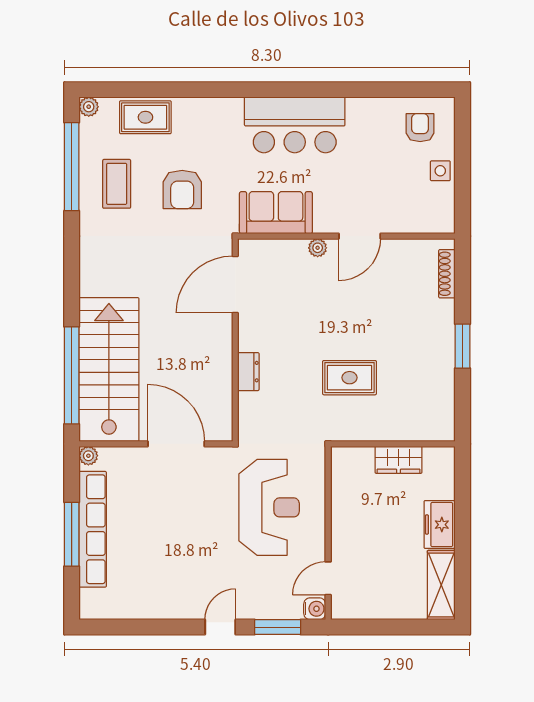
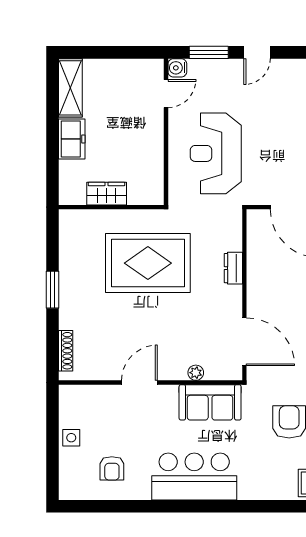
armchair: (420, 128) -> (112, 468), moved
plant: (318, 248) -> (196, 373), moved
door: (235, 284) -> (244, 342), hinge flipped
rug: (350, 378) -> (148, 263), width x1.86, depth x2.06

